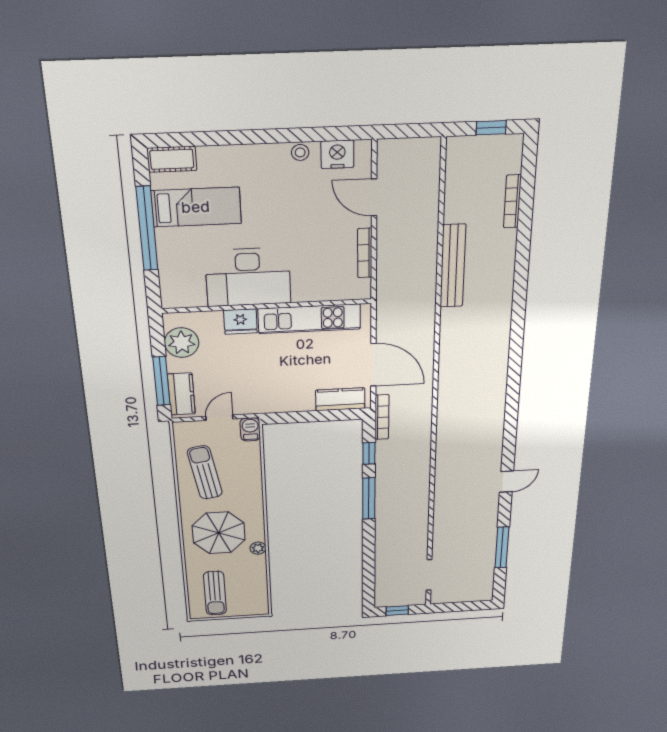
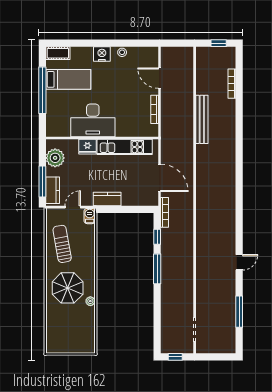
nightstand: (337, 154) -> (102, 54), moved
kitchen counter: (340, 399) -> (107, 199), moved
sun lounger: (215, 593) -> (63, 334), removed

